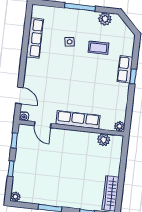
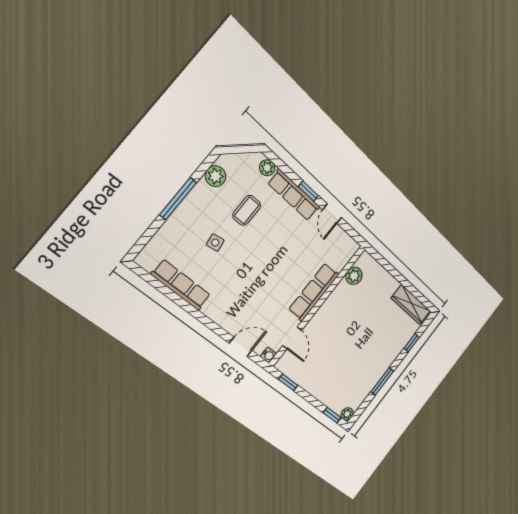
row of seats: (125, 69) -> (294, 195), width x1.48
door: (130, 100) -> (332, 214), added
door: (43, 125) -> (292, 338), hinge flipped
plant: (120, 126) -> (267, 168), moved
window: (11, 169) -> (332, 415), moved

